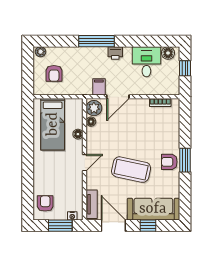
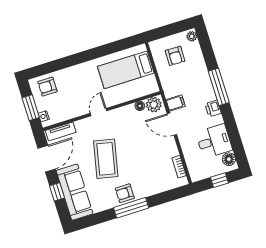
armchair: (54, 73) -> (175, 56), turned -89
floor lamp: (78, 134) -> (124, 97), removed
window: (185, 160) -> (131, 208), width x1.44
armchair: (169, 162) -> (125, 193), turned -90
door: (85, 163) -> (99, 112), swing flipped
armchair: (45, 203) -> (47, 87), turned 180

